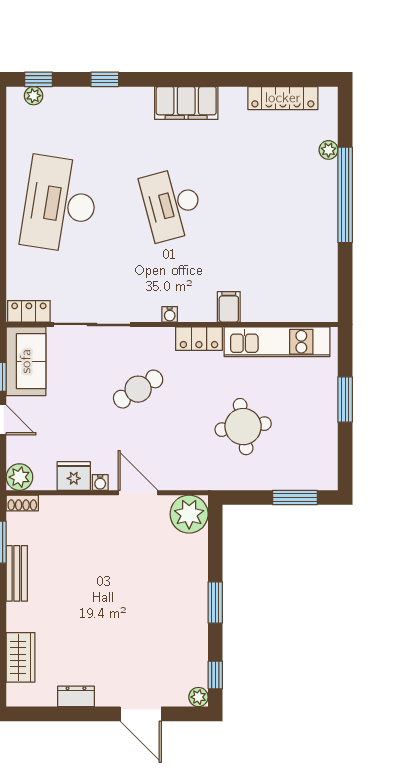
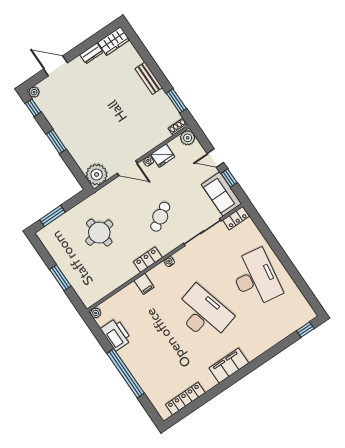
window: (105, 79) -> (274, 351), removed
plant: (34, 96) -> (302, 320), removed
plant: (328, 150) -> (96, 313), moved
desk: (172, 204) -> (203, 314), width x1.36, depth x1.30
printer: (320, 261) -> (116, 335), added
kitchen unit: (277, 342) -> (110, 283), removed
bench: (17, 573) -> (149, 78), moved
wardrobe: (21, 657) -> (114, 41), moved, turned -90

